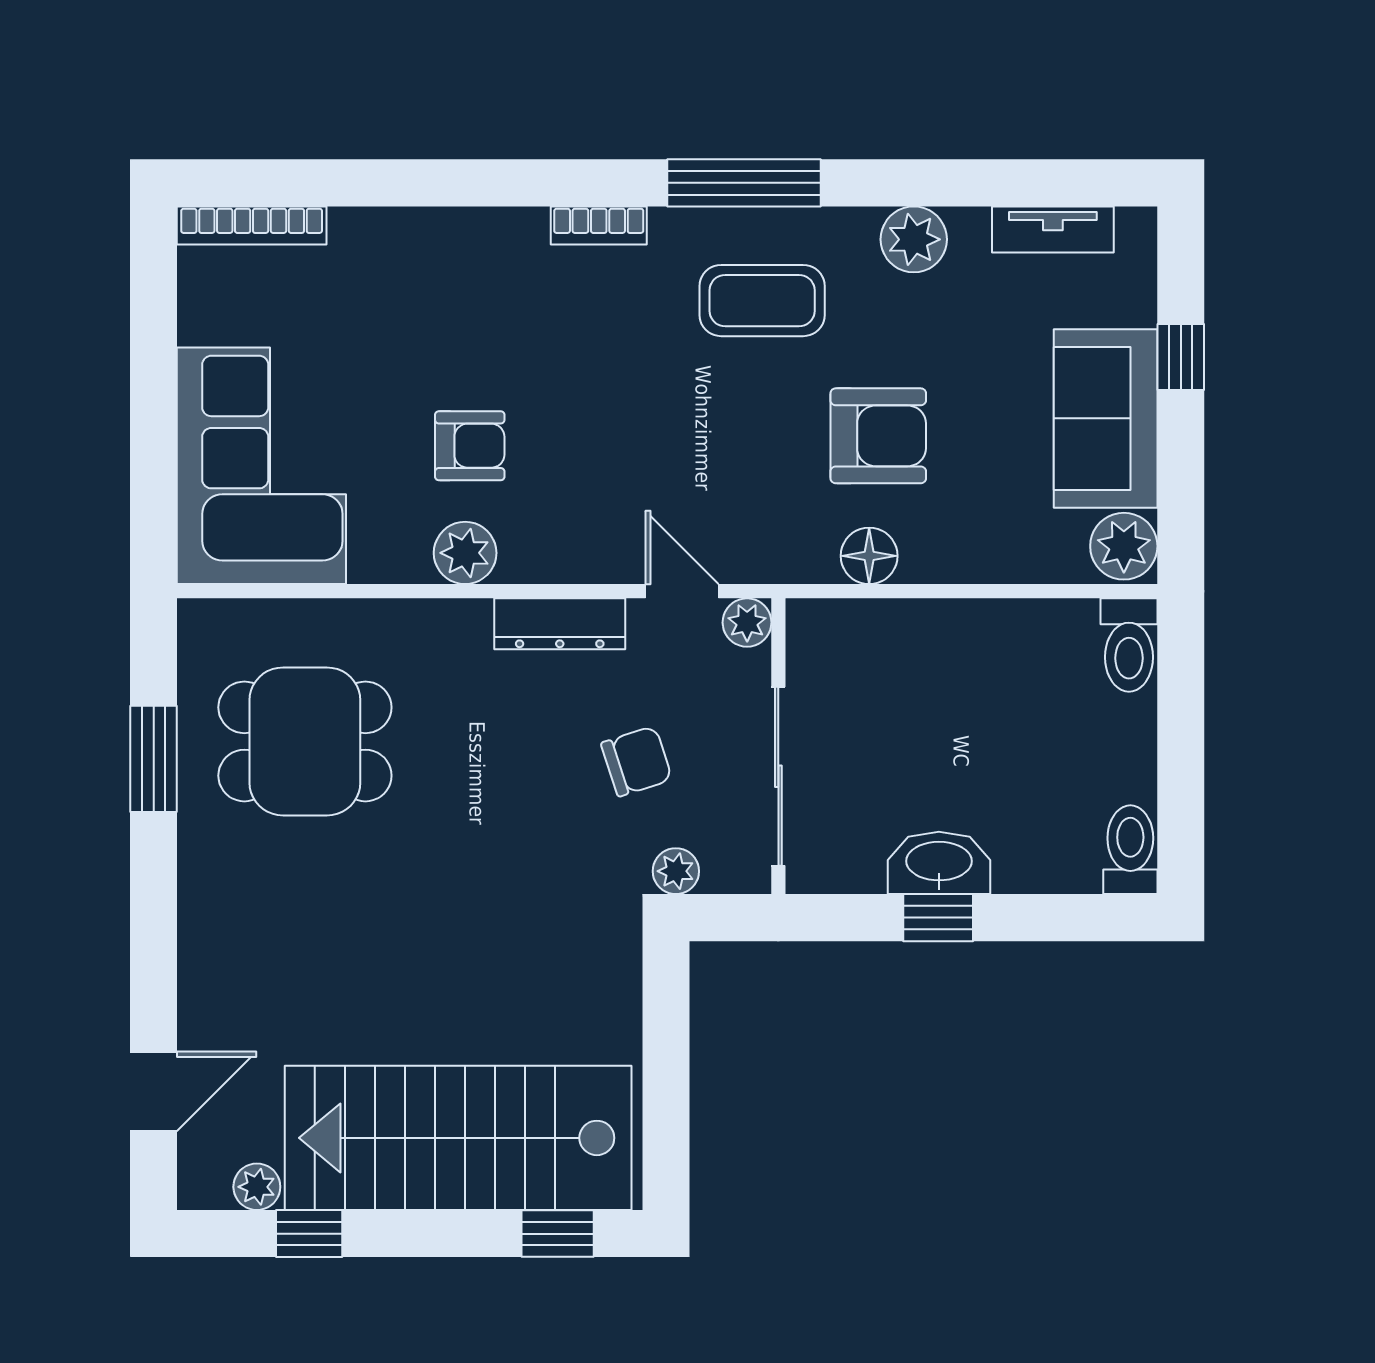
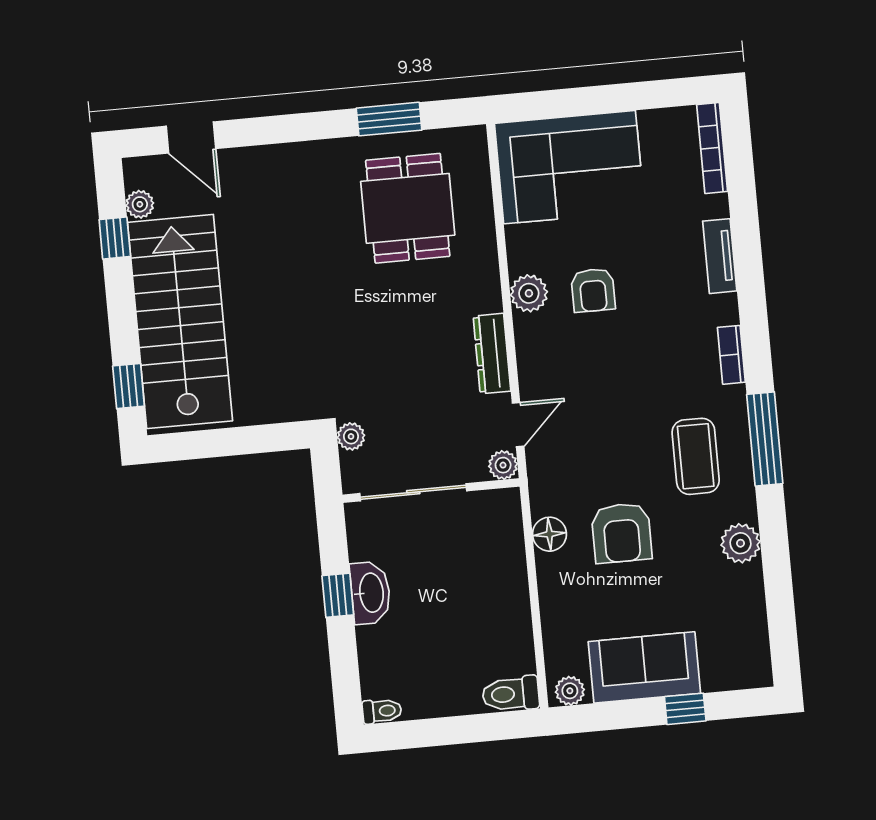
tv unit: (1053, 230) -> (720, 256), moved
plant: (1124, 546) -> (570, 691), width x0.73, depth x0.73
chair: (637, 761) -> (414, 407), removed
toilet: (1130, 850) -> (382, 711), width x0.73, depth x0.72

